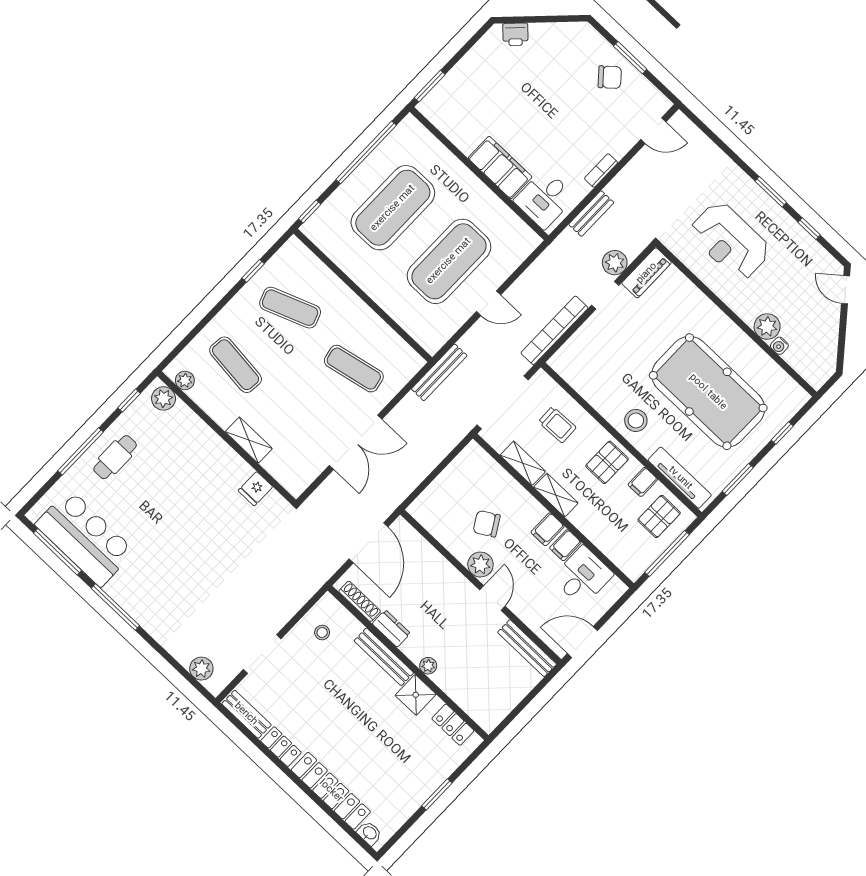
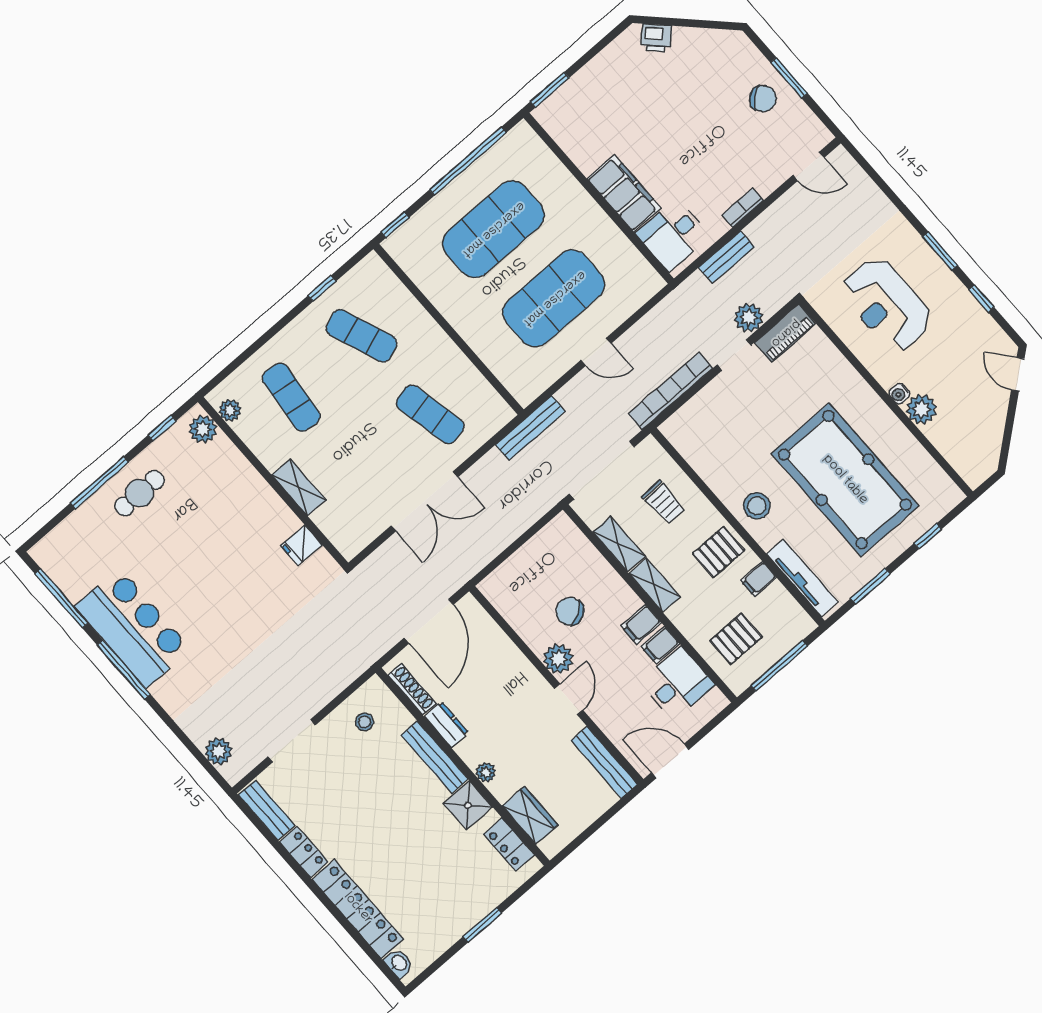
water cooler: (779, 346) -> (899, 394), moved
pallet: (659, 516) -> (736, 639), moved
bar counter: (85, 538) -> (133, 628), moved
wardrobe: (469, 699) -> (530, 815), added

